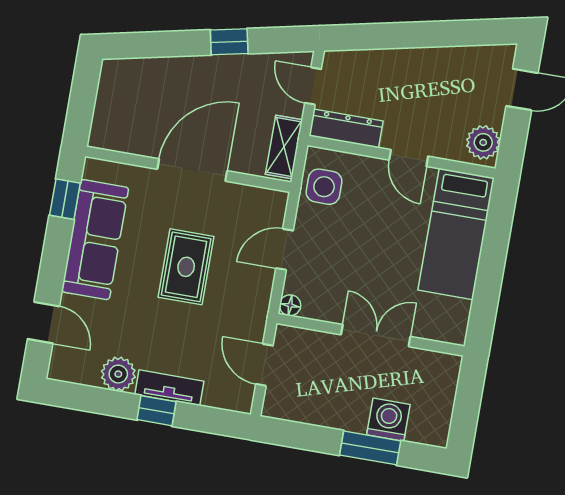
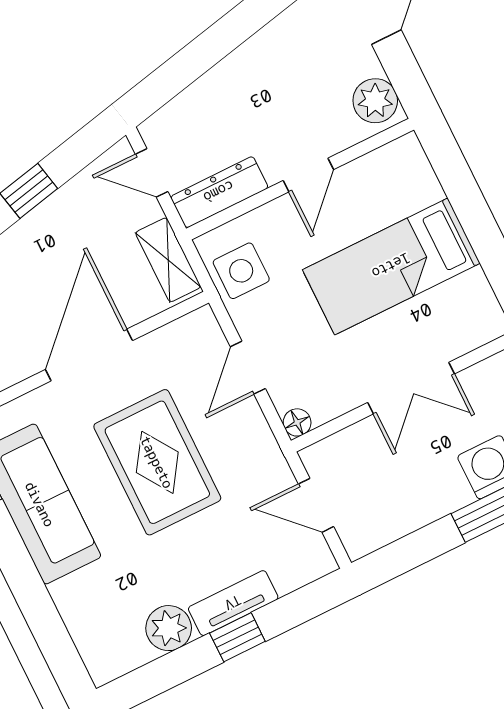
door: (409, 158) -> (308, 175), hinge flipped
bed: (456, 234) -> (391, 266), moved, turned 90
rug: (186, 267) -> (157, 462), width x1.36, depth x1.43
door: (43, 323) -> (50, 632), removed
double door: (376, 336) -> (411, 388), swing flipped

